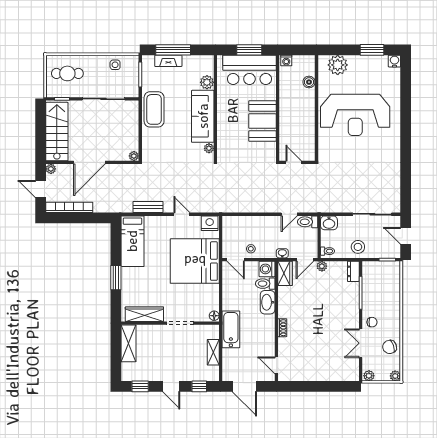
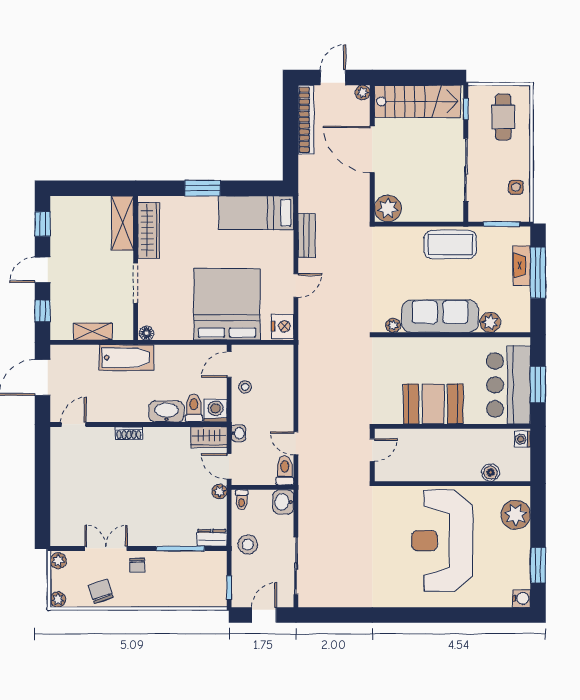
plant: (134, 156) -> (388, 208), width x1.87, depth x1.87
shelving: (128, 343) -> (122, 223), moved, turned 90

